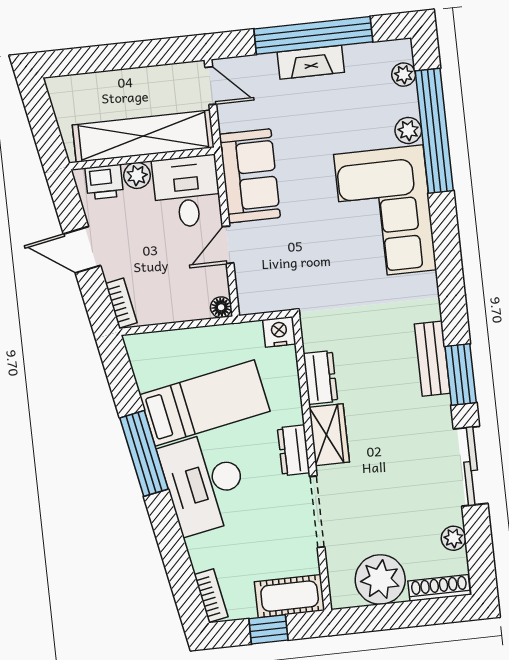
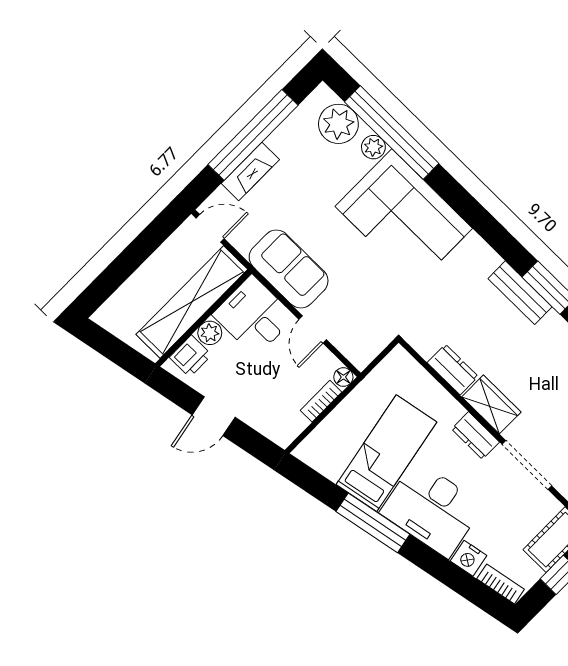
fireplace: (311, 62) -> (250, 172), moved
plant: (404, 75) -> (338, 124), width x1.87, depth x1.87
bookcase: (121, 303) -> (321, 401), moved, turned -79
nightstand: (279, 332) -> (469, 558), moved, turned -101

